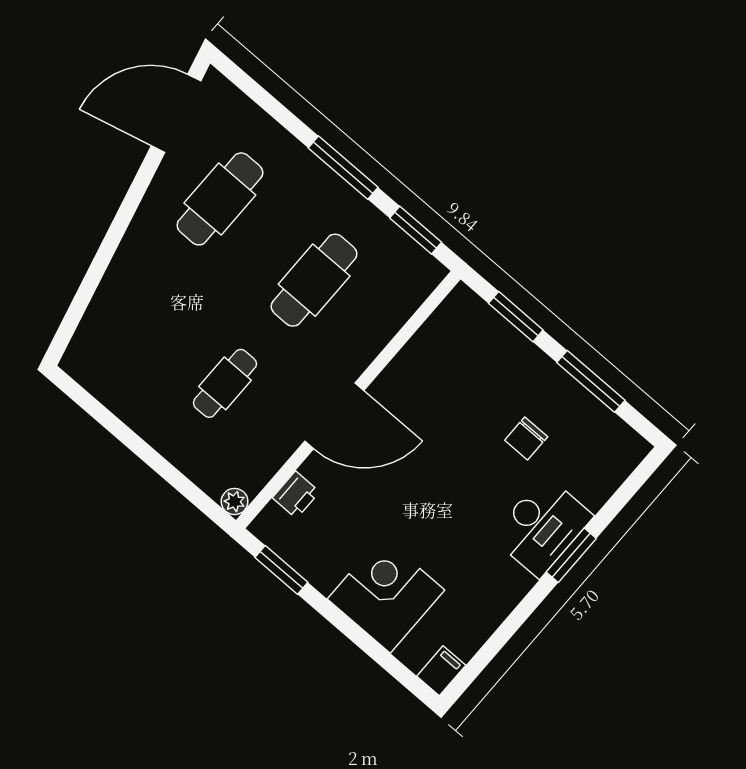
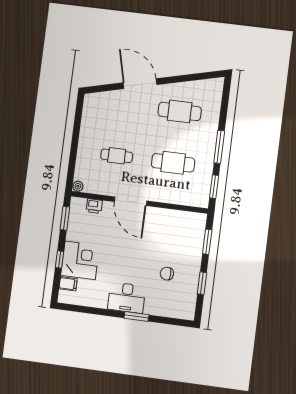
door: (176, 113) -> (140, 84), moved
window: (591, 381) -> (202, 283), width x0.69
desk: (542, 526) -> (127, 298), moved
window: (357, 635) -> (59, 259), added
filing cabinet: (441, 671) -> (68, 284), moved

